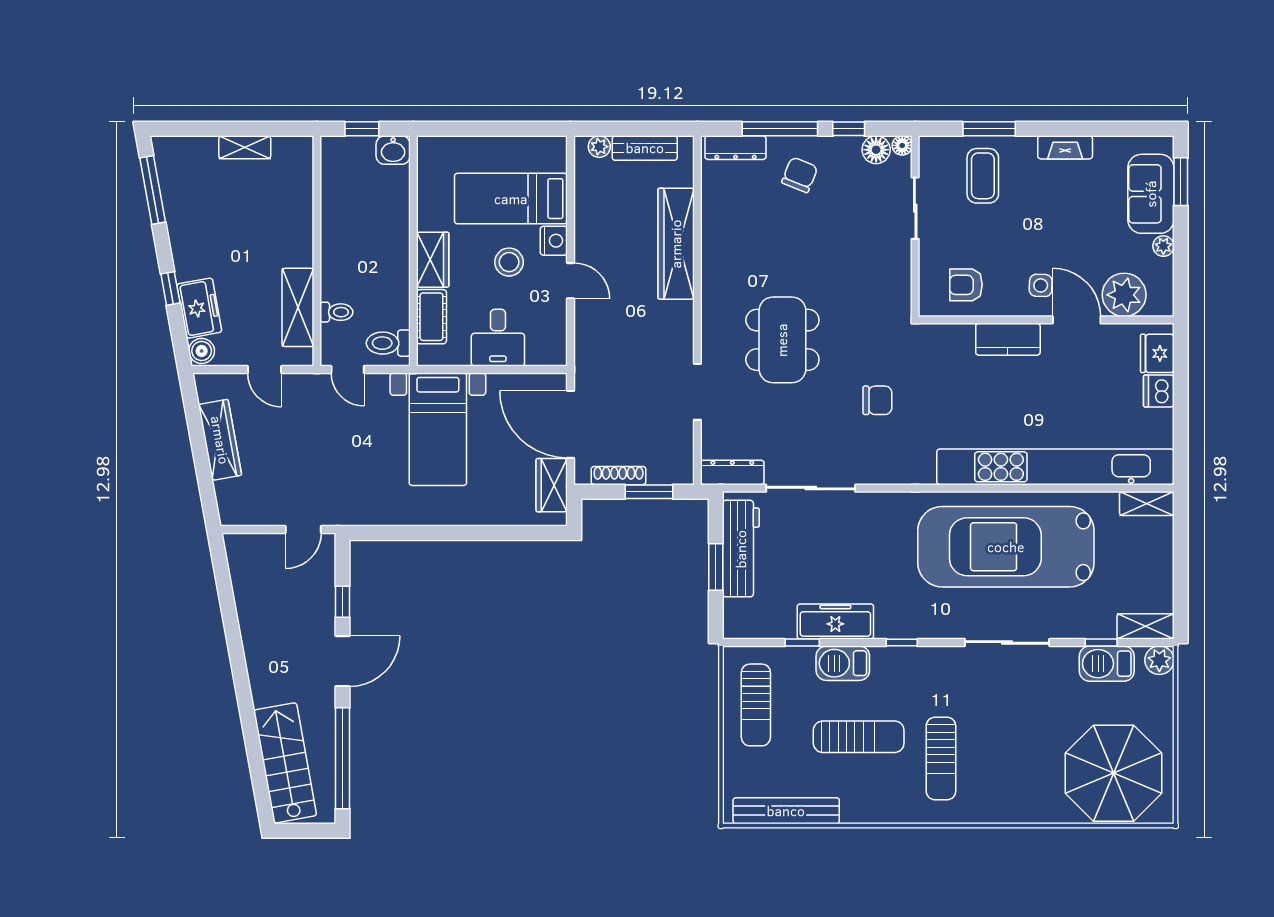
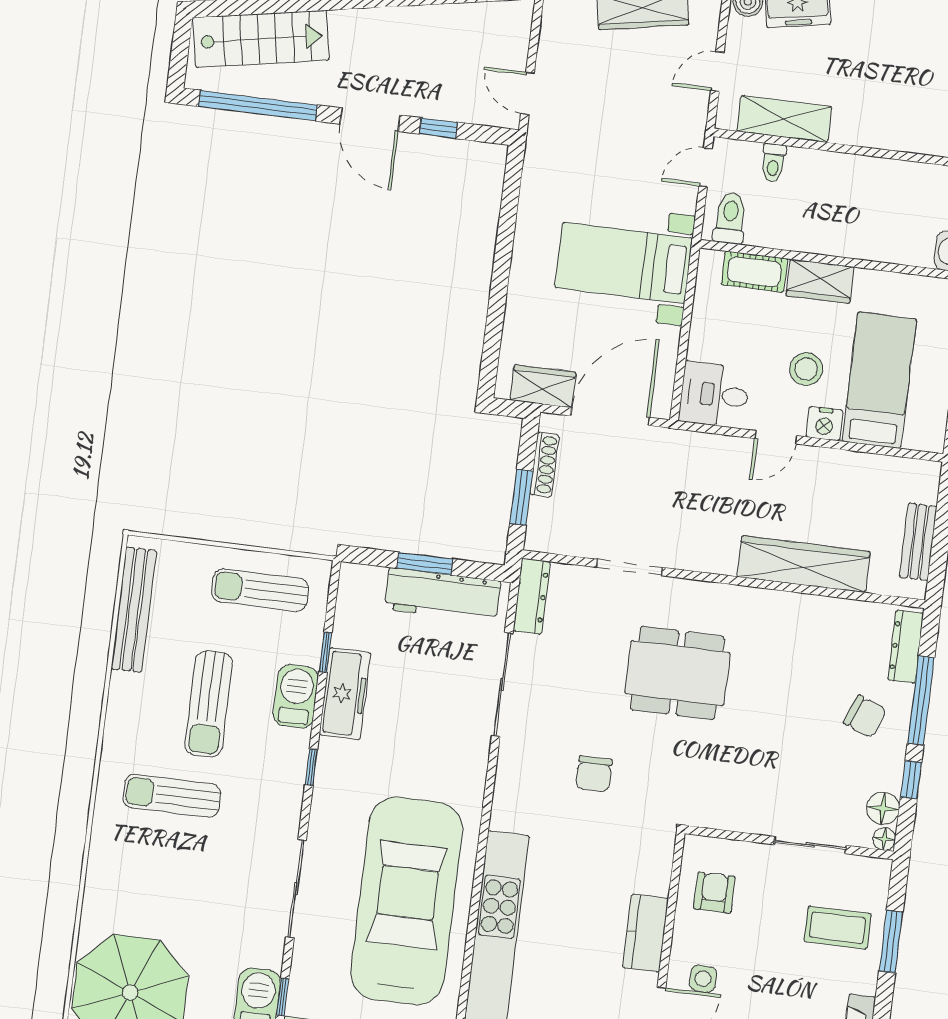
plant: (599, 147) -> (926, 490), removed
desk: (498, 338) -> (714, 395), moved

